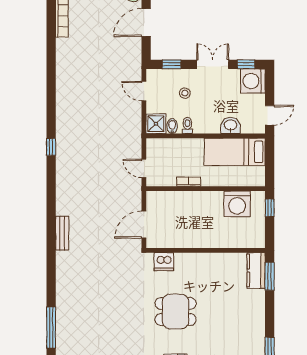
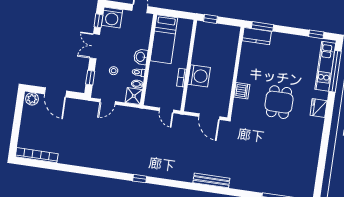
washbasin: (231, 125) -> (141, 57), moved
door: (144, 168) -> (166, 110), hinge flipped
washing machine: (237, 204) -> (199, 76), moved
bench: (62, 233) -> (211, 180), width x1.36
dishwasher: (164, 262) -> (242, 91), moved

